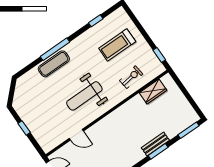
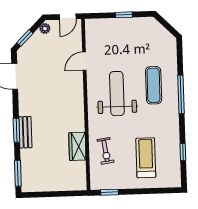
exercise mat: (54, 64) -> (154, 85), moved
wardrobe: (153, 92) -> (77, 146), moved

